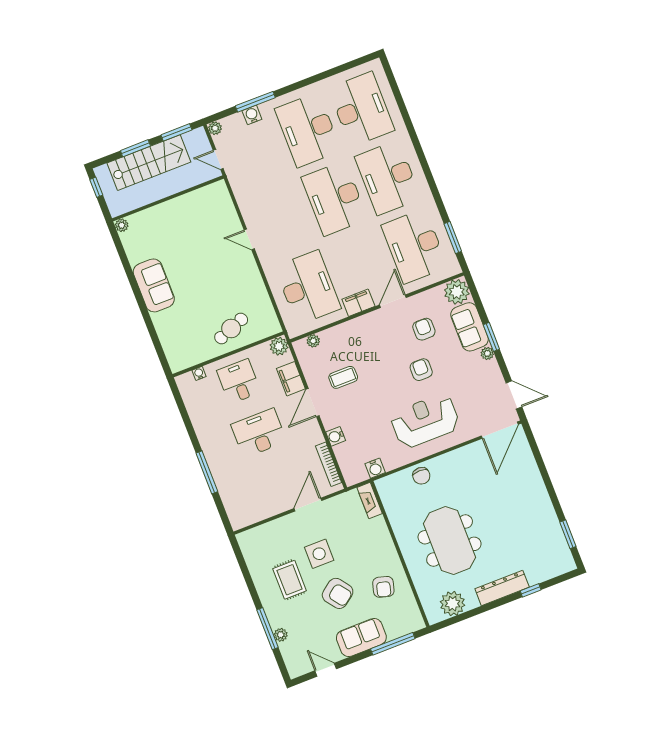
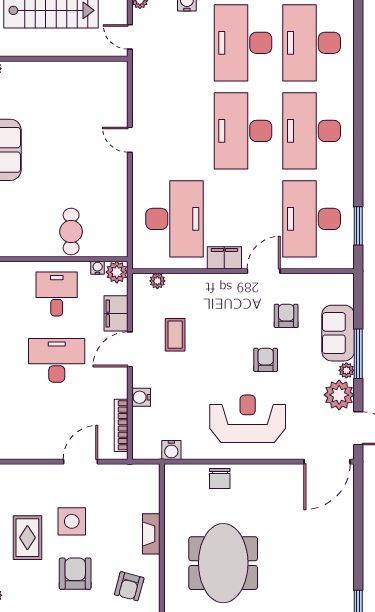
desk: (361, 109) -> (312, 43), turned 180
plant: (457, 292) -> (339, 395), moved
cafe table: (231, 328) -> (71, 232), turned -69
window: (491, 337) -> (358, 354), width x1.44
water cooler: (199, 373) -> (98, 268), moved
coffee table: (343, 377) -> (175, 335), turned 90
fireplace: (370, 500) -> (151, 534), moved
armchair: (338, 593) -> (75, 574), turned -143

